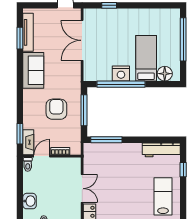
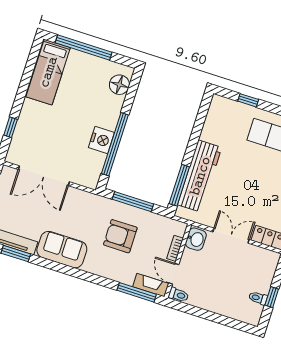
bed: (146, 58) -> (48, 72), moved, turned -90
window: (20, 134) -> (137, 292), width x1.44
workbench: (161, 150) -> (200, 176), moved, width x1.36, depth x1.32
washbasin: (30, 201) -> (196, 239), moved, turned 90

